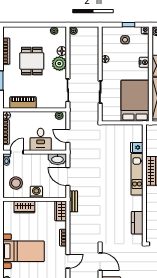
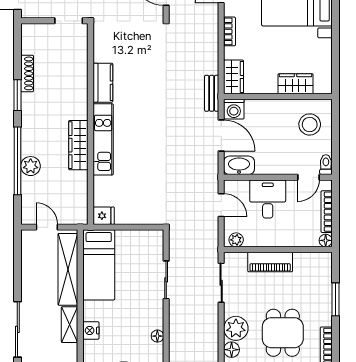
bed: (135, 101) -> (99, 265), width x0.67
piano: (23, 102) -> (270, 262), moved
fridge: (137, 147) -> (104, 216), moved
washing machine: (36, 192) -> (234, 109), moved
kitchen counter: (137, 223) -> (103, 83), moved

